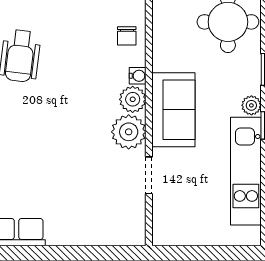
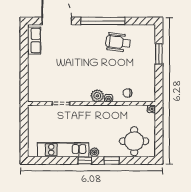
sofa: (173, 110) -> (92, 115), removed
plant: (129, 132) -> (82, 94), removed

